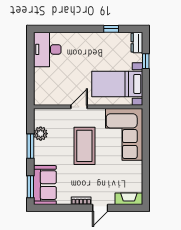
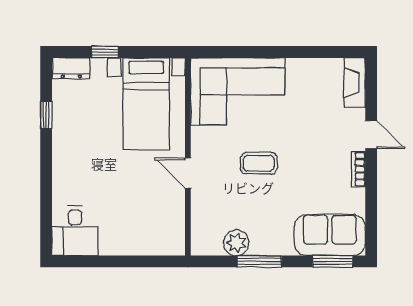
desk: (47, 49) -> (75, 231), width x0.73
coffee table: (84, 146) -> (259, 163), width x0.54, depth x0.58

